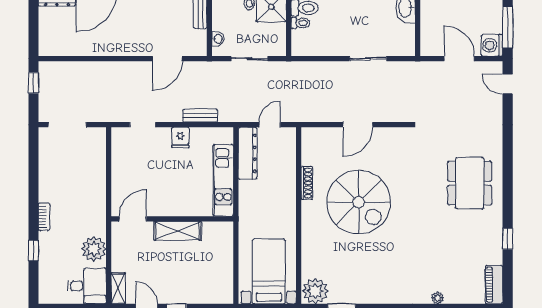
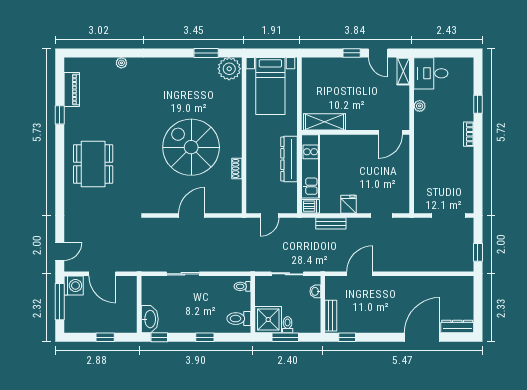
toilet: (300, 23) -> (242, 286), moved
door: (508, 84) -> (60, 251), hinge flipped
dishwasher: (223, 135) -> (310, 206), added
dresser: (248, 153) -> (289, 159), moved
shoe rack: (307, 183) -> (237, 168), width x0.70
shelving: (178, 231) -> (325, 122), moved
plant: (94, 249) -> (420, 106), width x0.53, depth x0.53
piano: (494, 285) -> (72, 90), moved

